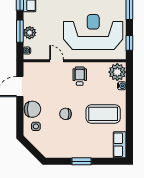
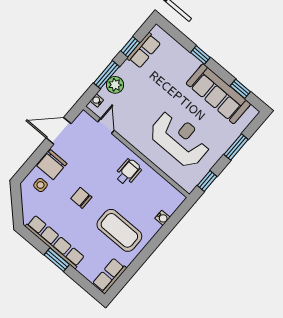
reception desk: (93, 32) -> (180, 139), width x0.74, depth x0.77
door: (57, 61) -> (106, 126), moved
plant: (117, 72) -> (170, 200), removed
chair: (32, 109) -> (52, 165), turned 90
row of seats: (72, 152) -> (55, 242), added

